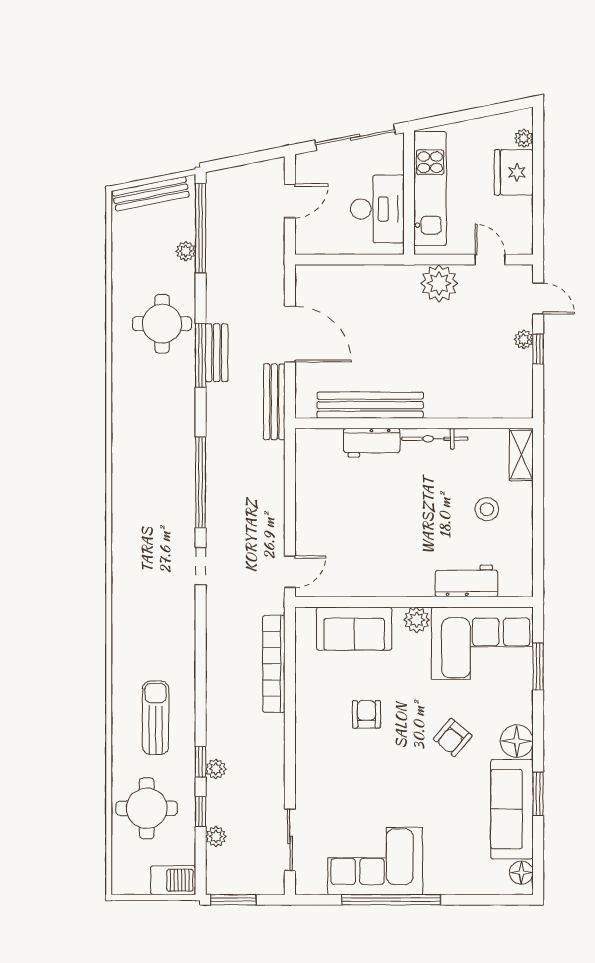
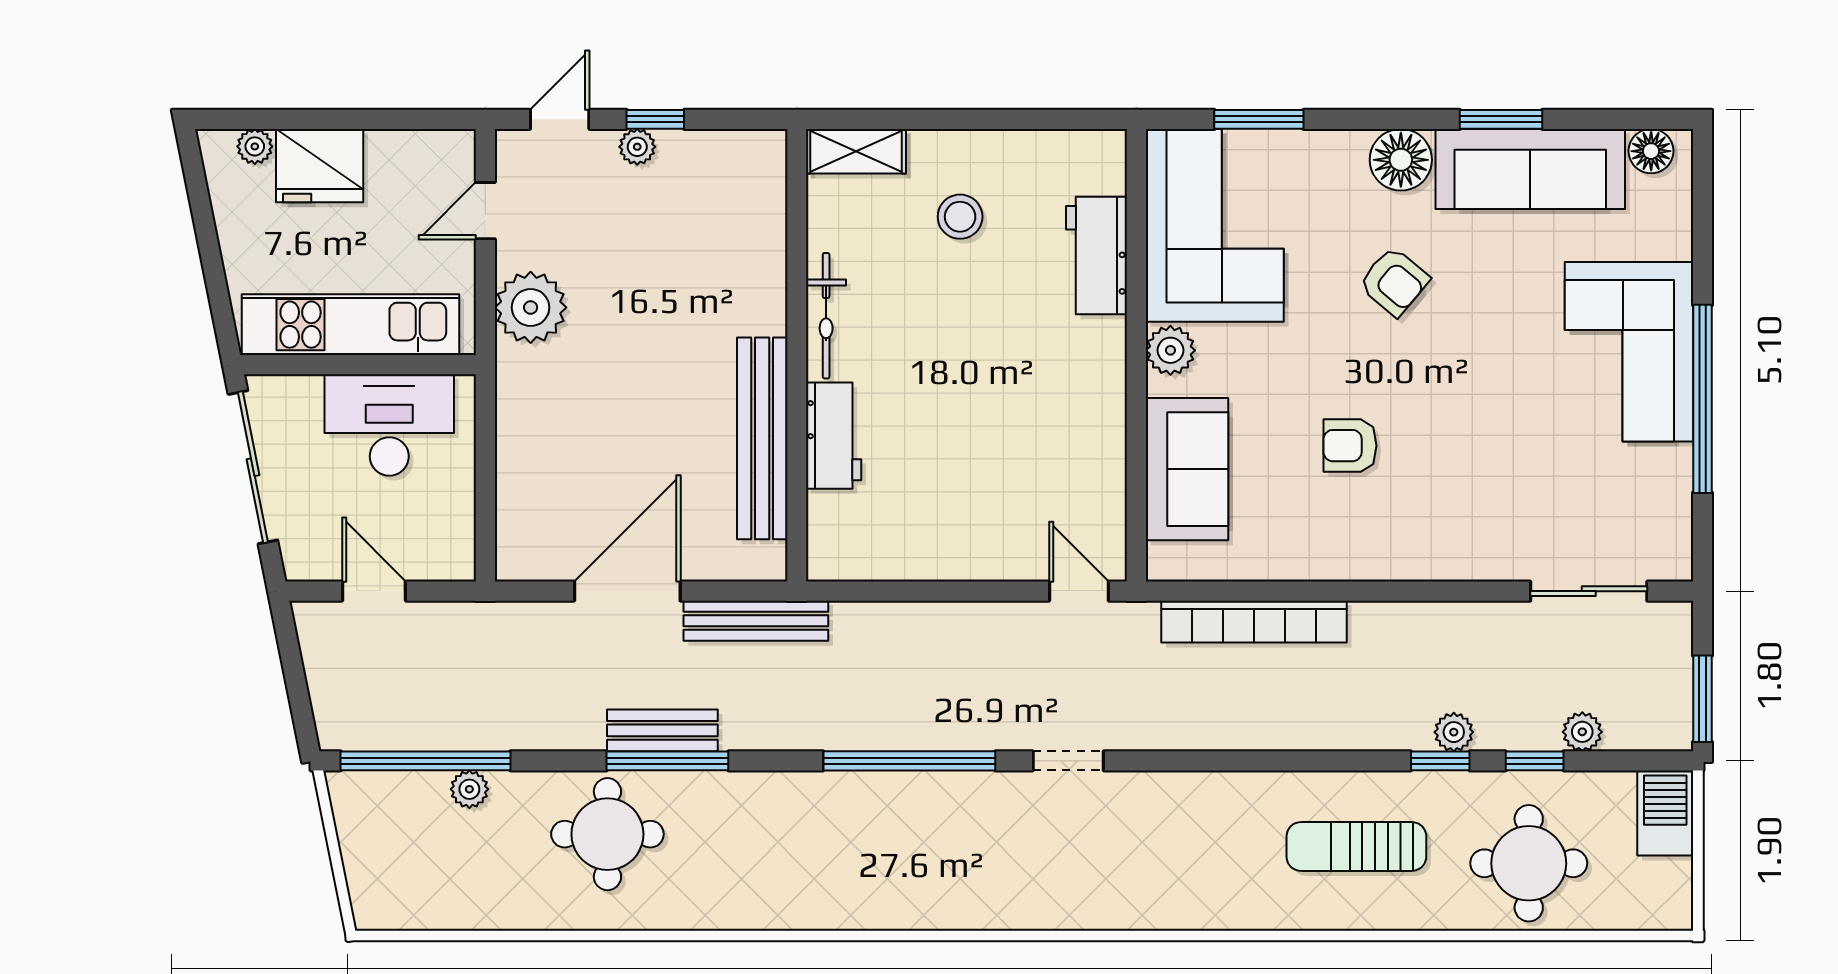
bench: (151, 194) -> (360, 856), removed
corner sofa: (375, 861) -> (1629, 352), moved

